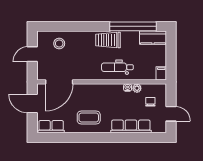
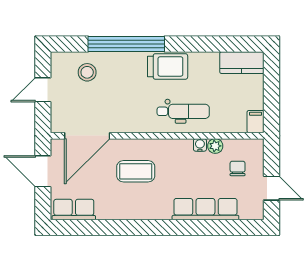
window: (133, 26) -> (126, 44), moved
trolley: (108, 40) -> (168, 66), turned 180
dental chair: (117, 67) -> (183, 111), turned 180
coffee table: (89, 117) -> (136, 171), moved

